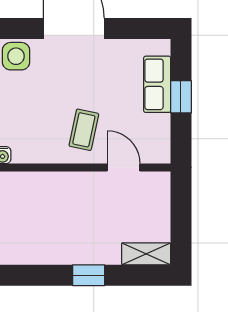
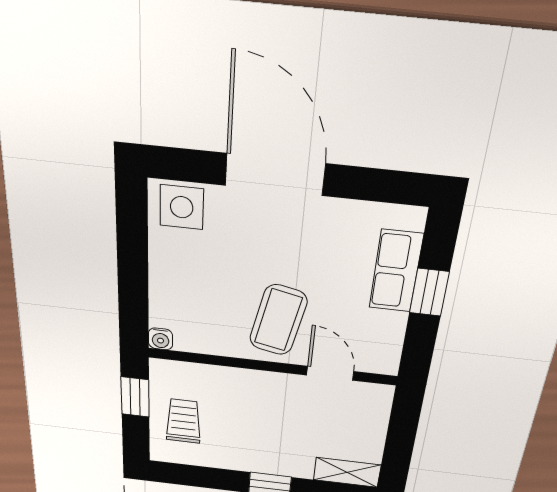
coffee table: (84, 130) -> (278, 320), width x1.36, depth x1.30
trolley: (20, 224) -> (183, 421), added

